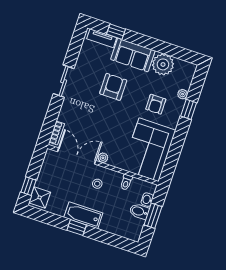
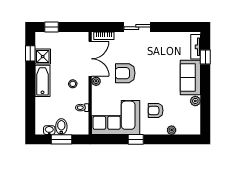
plant: (163, 64) -> (195, 101), width x0.53, depth x0.53
sliding door: (64, 81) -> (137, 27), moved
armchair: (113, 87) -> (125, 73), moved, turned 180
window: (189, 109) -> (136, 139), moved
shower: (40, 197) -> (43, 57), moved
washbasin: (147, 200) -> (49, 130), moved
window: (77, 228) -> (30, 53), moved

